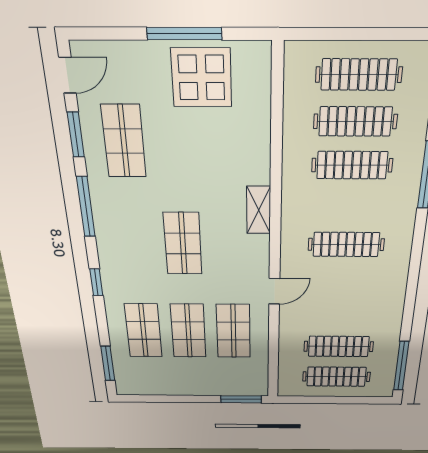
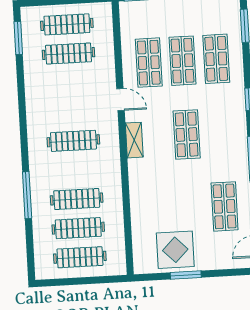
window: (184, 34) -> (186, 275), width x0.69
shelving: (259, 210) -> (134, 140), moved
door: (274, 291) -> (121, 100), swing flipped
window: (401, 366) -> (18, 38), width x0.69

